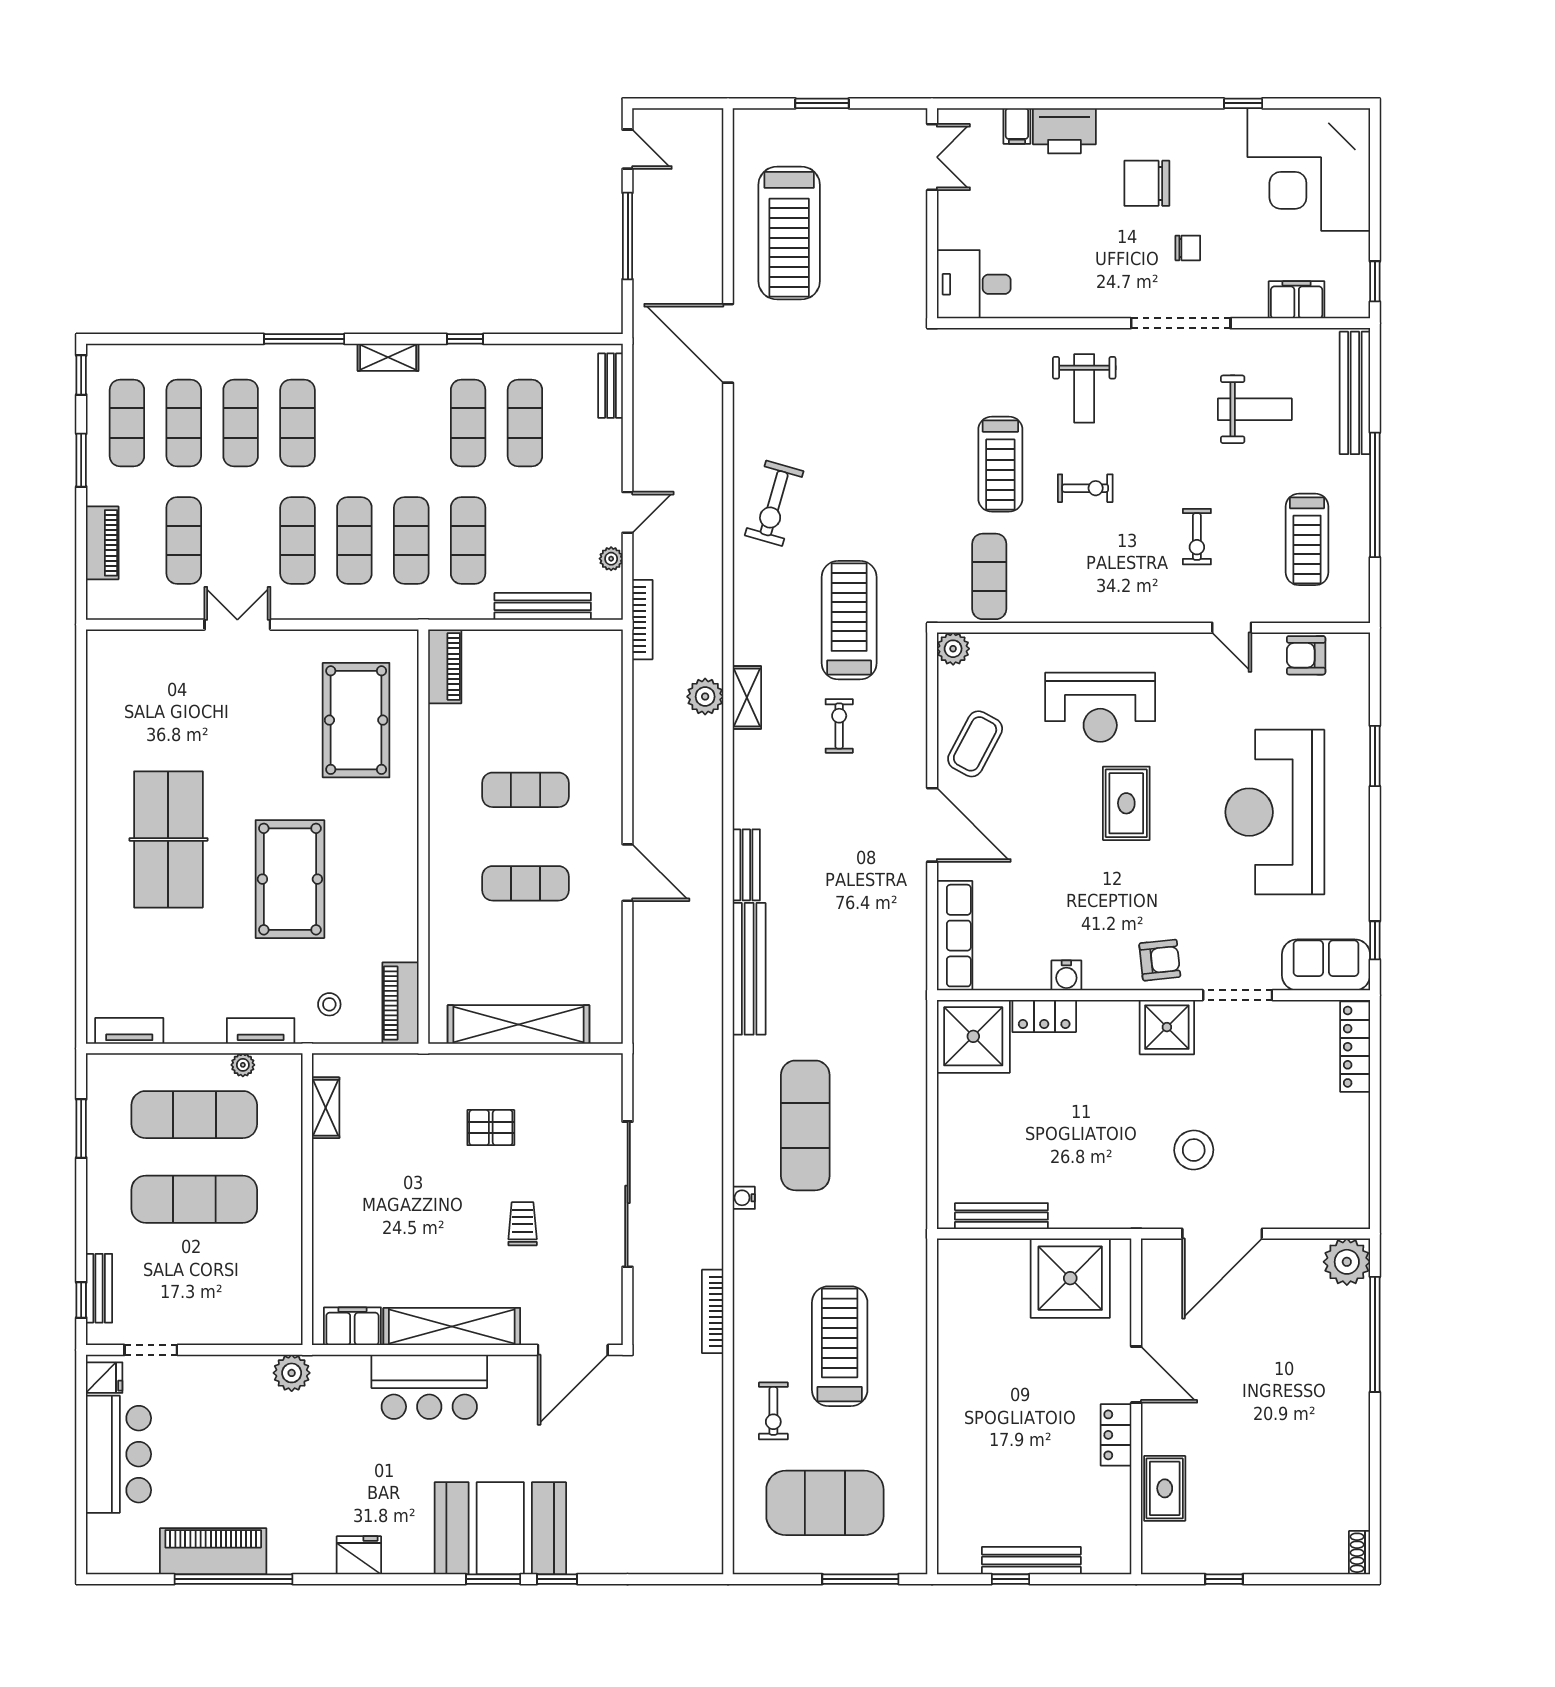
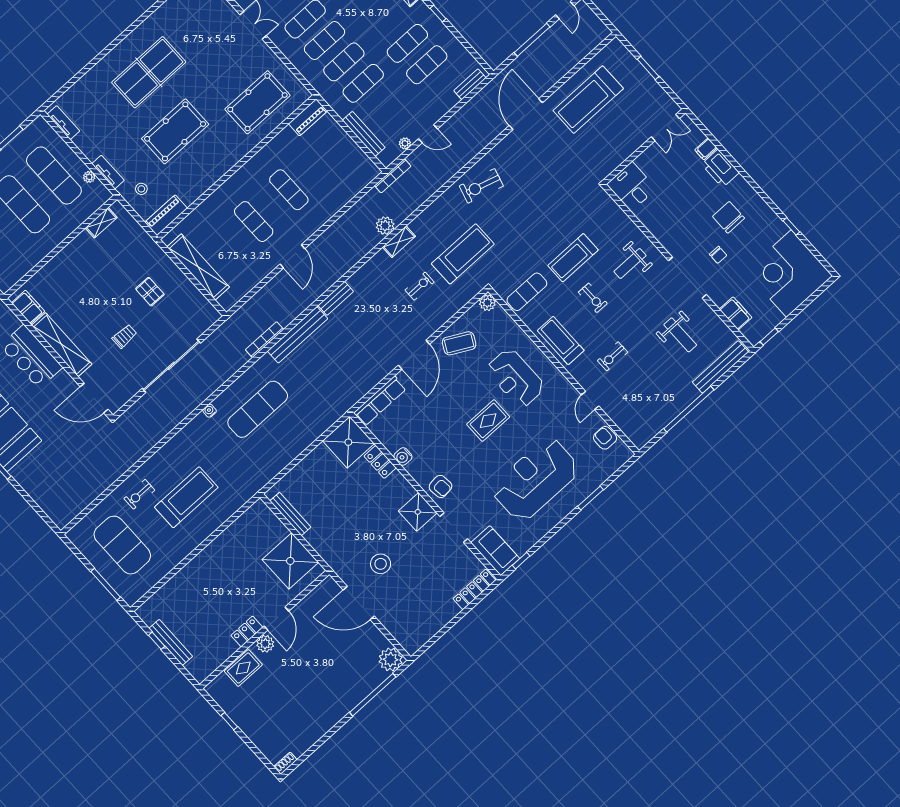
treadmill: (1307, 539) -> (561, 340), moved, turned 90
bookcase: (713, 1311) -> (265, 340), moved
plant: (1158, 1424) -> (265, 644), added

